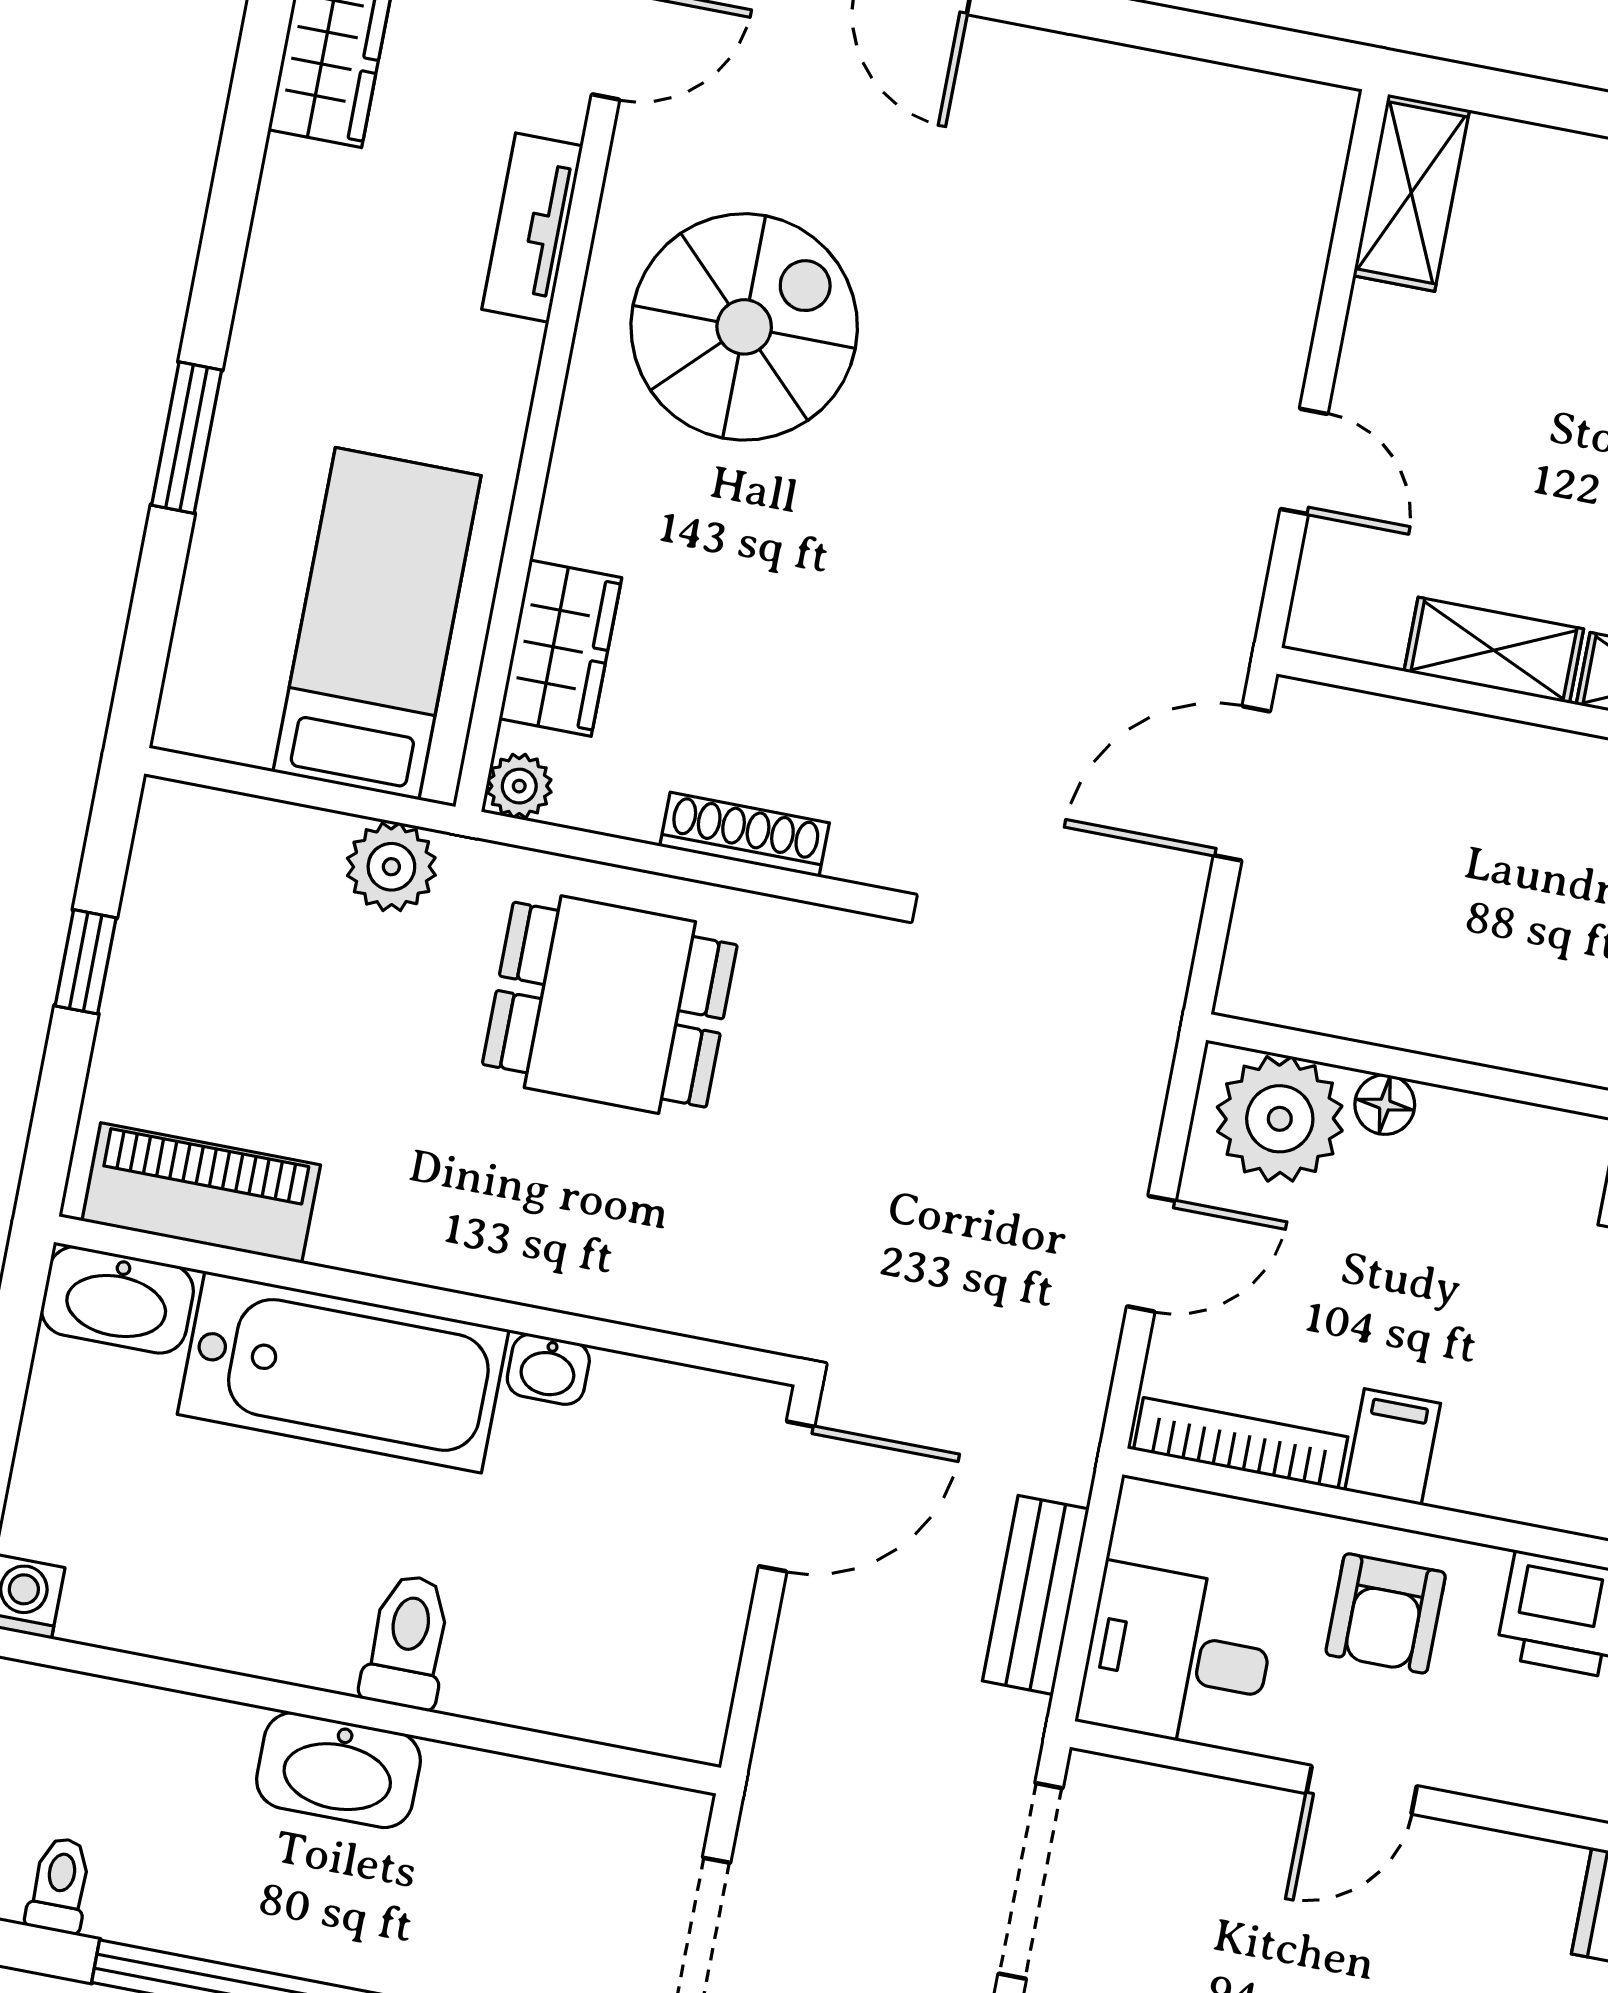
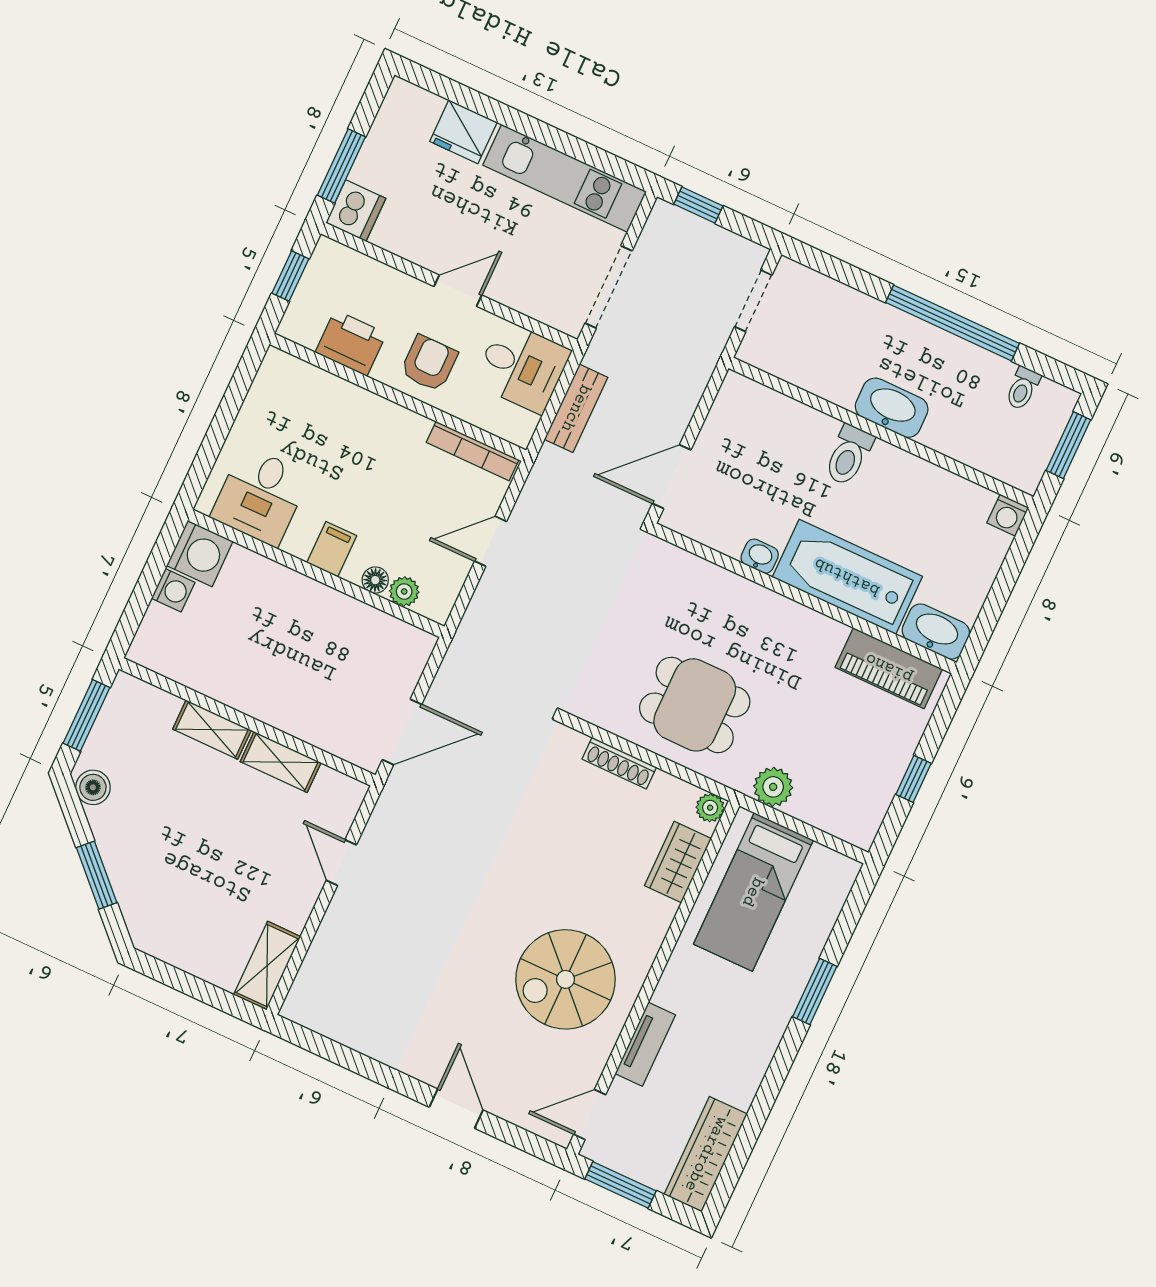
plant: (1280, 1119) -> (404, 592), width x0.53, depth x0.53
filing cabinet: (1393, 1447) -> (332, 549), moved, turned 180

